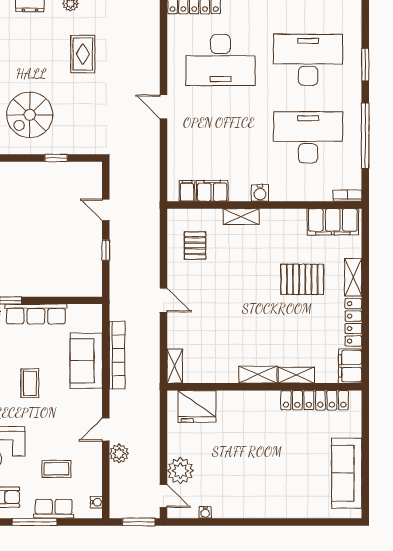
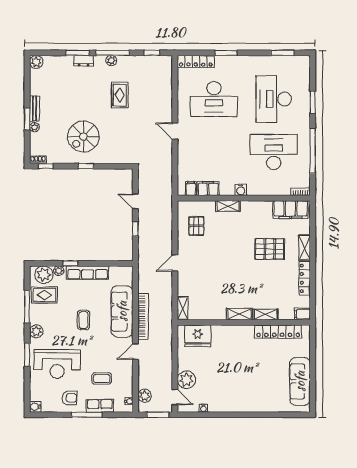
desk: (308, 60) -> (274, 99), turned -90
window: (56, 158) -> (86, 166), moved
door: (163, 300) -> (175, 263), swing flipped
bookcase: (117, 355) -> (143, 316), moved
sofa: (86, 361) -> (122, 311), width x1.36
filing cabinet: (350, 366) -> (302, 314), width x0.50
plant: (119, 454) -> (144, 396), moved

